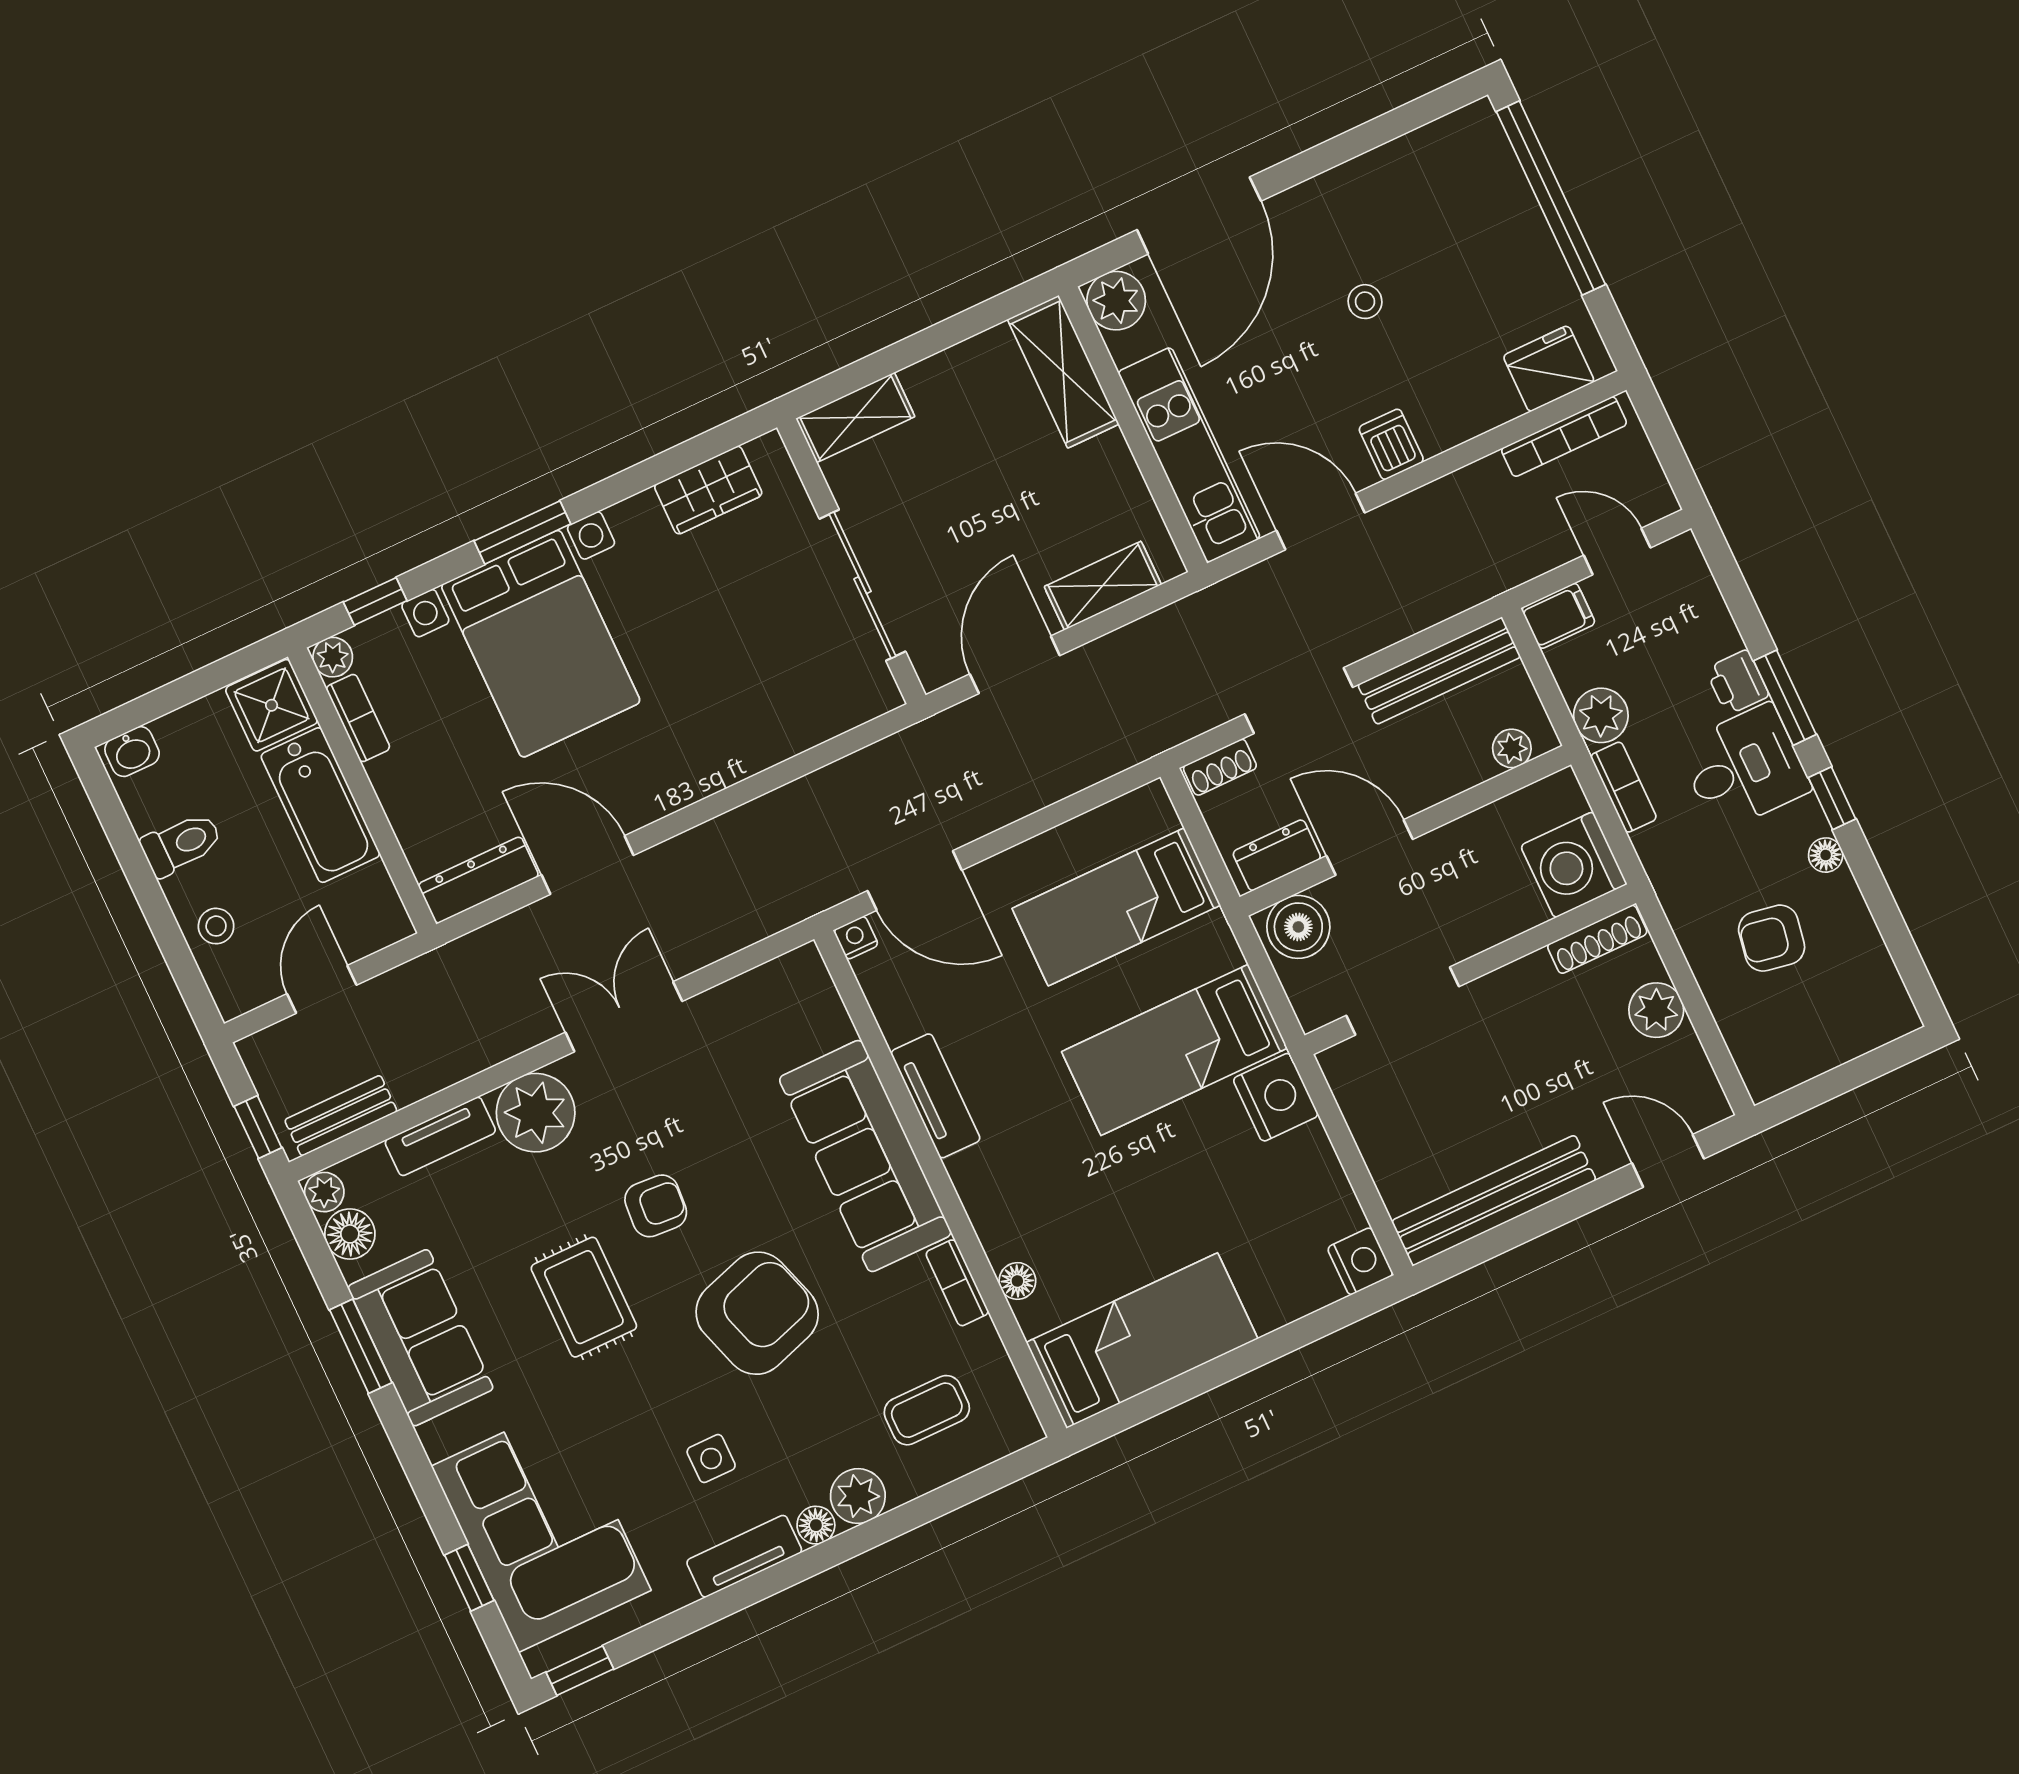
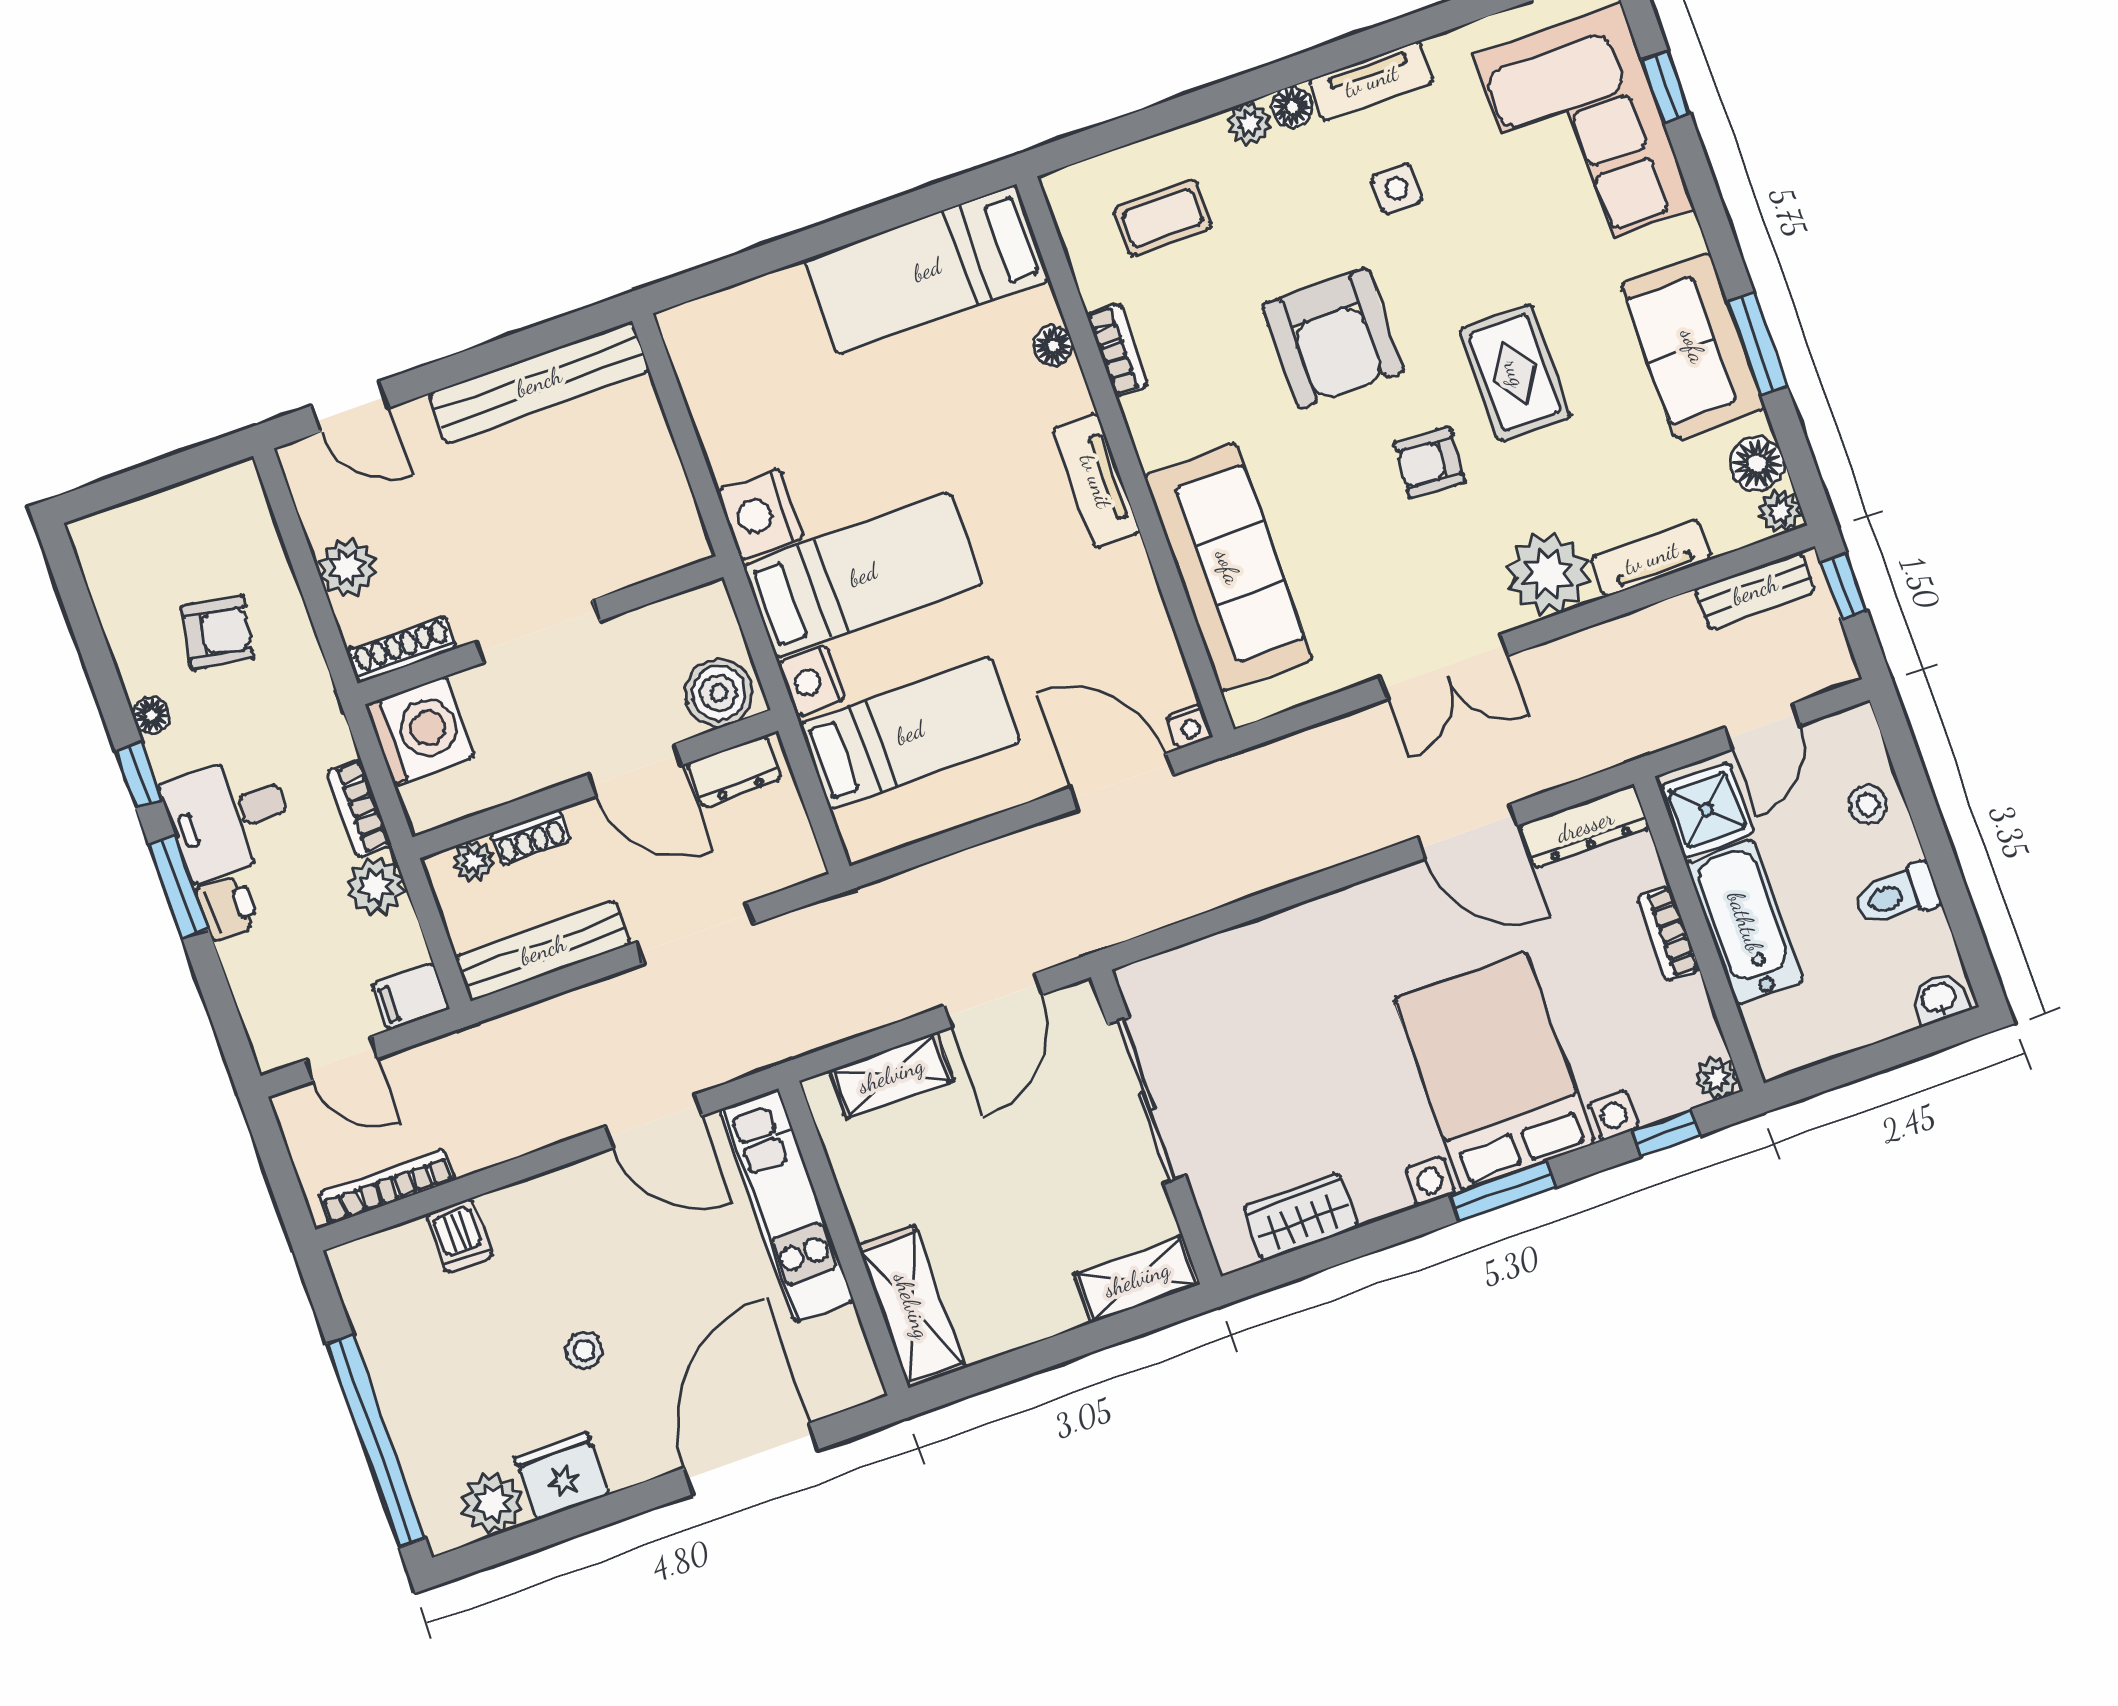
plant: (1116, 301) -> (493, 1503), moved
fridge: (1549, 369) -> (562, 1476), moved, turned 180
dishwasher: (1391, 444) -> (459, 1236), moved
shower: (272, 705) -> (1707, 810), moved
bookcase: (358, 718) -> (1668, 934), moved
shoe rack: (1220, 767) -> (531, 837), moved, turned 180
doorway: (1403, 1001) -> (538, 631), moved
tv unit: (936, 1096) -> (1096, 481), moved
sofa: (865, 1156) -> (1228, 567), moved
nightstand: (1360, 1261) -> (812, 681), moved
armchair: (757, 1313) -> (1333, 338), turned -72
plant: (858, 1496) -> (1249, 123), width x0.73, depth x0.73

